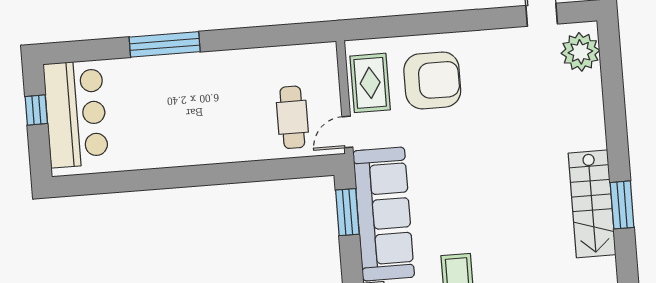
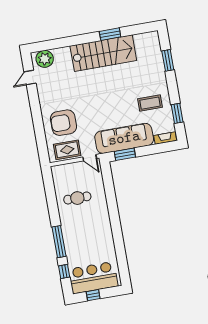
window: (96, 50) -> (64, 271), added
armchair: (432, 80) -> (63, 123), turned -90
cafe table: (292, 117) -> (77, 198), moved
stairs: (592, 204) -> (103, 53), width x1.36, depth x1.51

